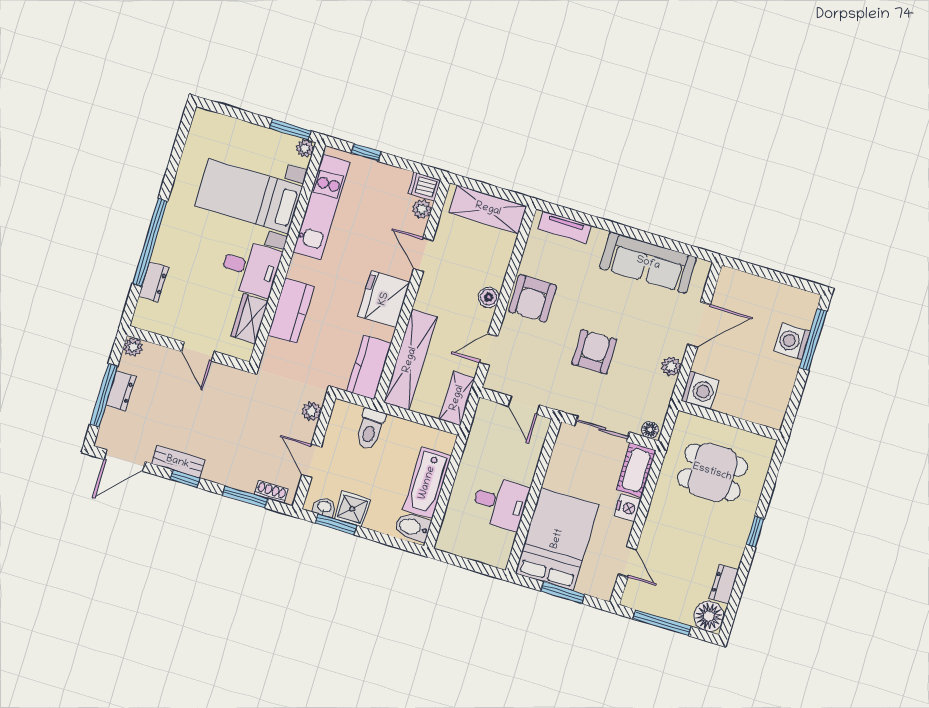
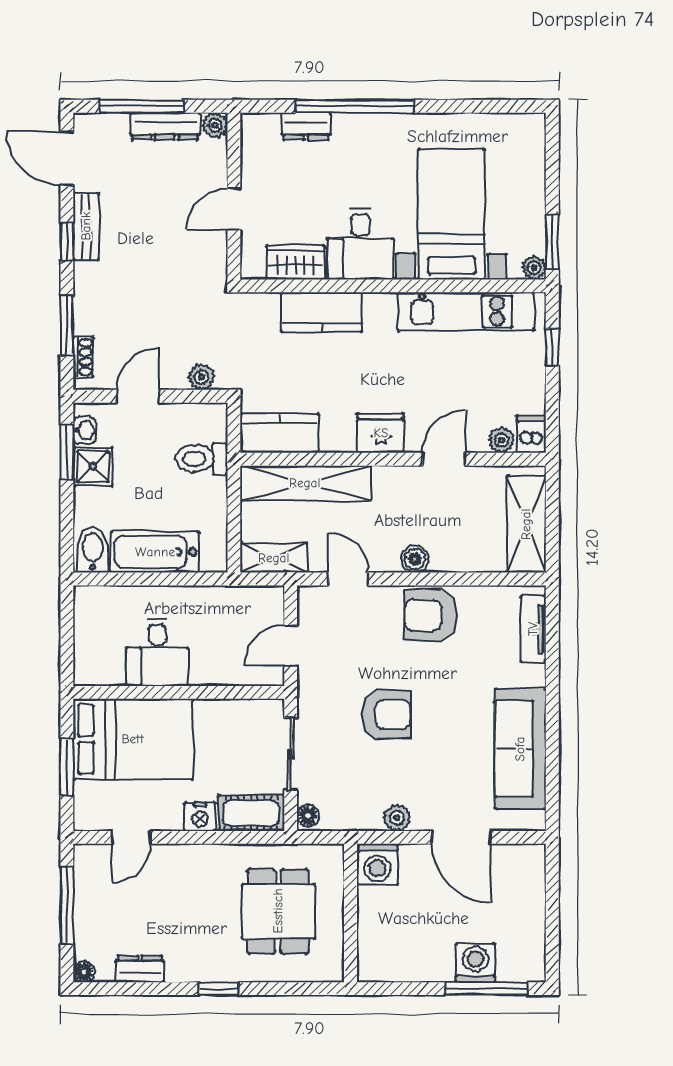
fridge: (384, 299) -> (381, 433), width x0.73, depth x0.75
dresser: (121, 391) -> (165, 126), width x1.44
floor lamp: (709, 616) -> (84, 972), width x0.53, depth x0.53

